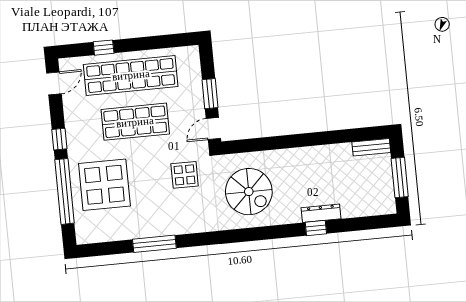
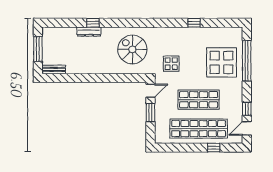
window: (59, 139) -> (247, 109), moved
window: (154, 244) -> (194, 23), width x0.46

